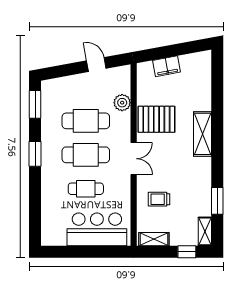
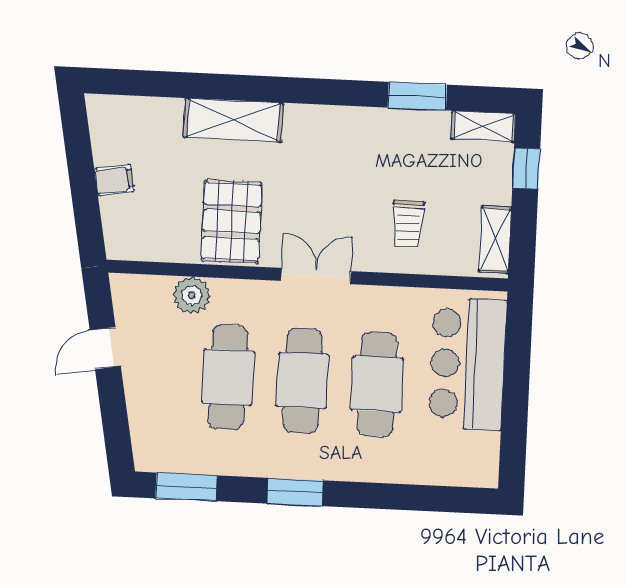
filing cabinet: (167, 66) -> (114, 180), width x0.50
shelving: (203, 134) -> (233, 120), moved
cafe table: (86, 189) -> (377, 384), width x1.37, depth x1.35

